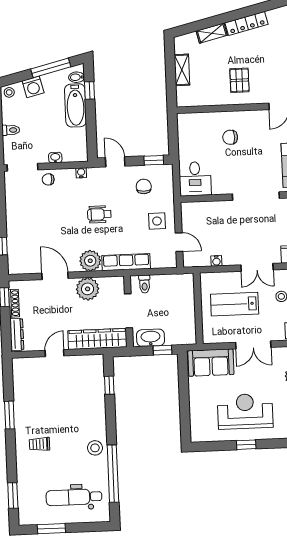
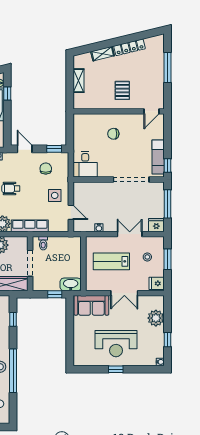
double door: (257, 267) -> (130, 234), swing flipped
washbasin: (151, 338) -> (71, 284), moved
reception desk: (245, 411) -> (116, 344), turned 180
window: (113, 474) -> (13, 371), moved

